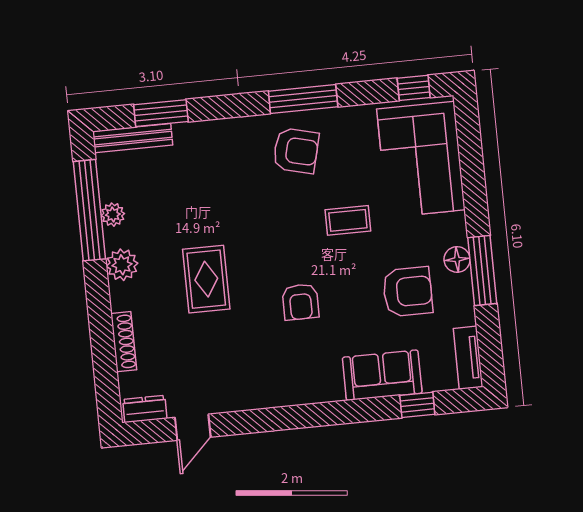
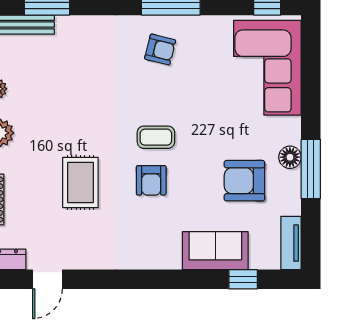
armchair: (296, 151) -> (160, 49), width x0.72, depth x0.72
coffee table: (348, 220) -> (156, 137), moved
rug: (206, 279) -> (80, 182), moved
armchair: (408, 292) -> (244, 181), turned 180

